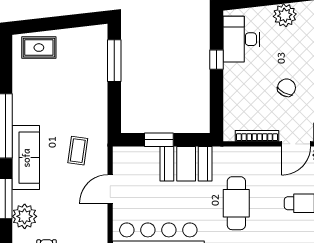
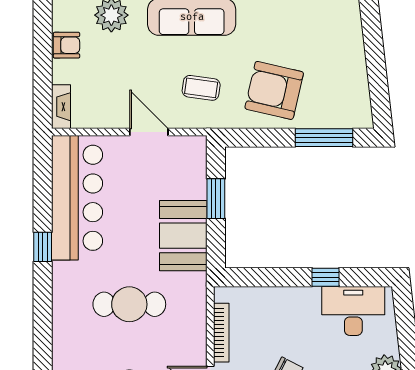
rug: (39, 48) -> (342, 35), removed
armchair: (80, 97) -> (274, 90), added

